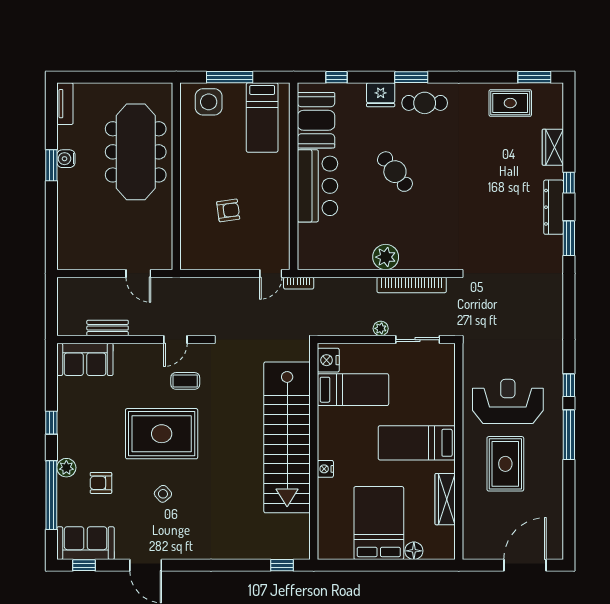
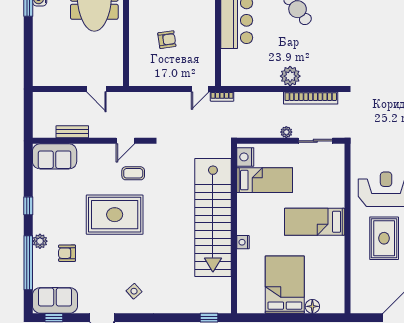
side table: (163, 494) -> (134, 291), moved
wardrobe: (445, 499) -> (337, 266), removed

